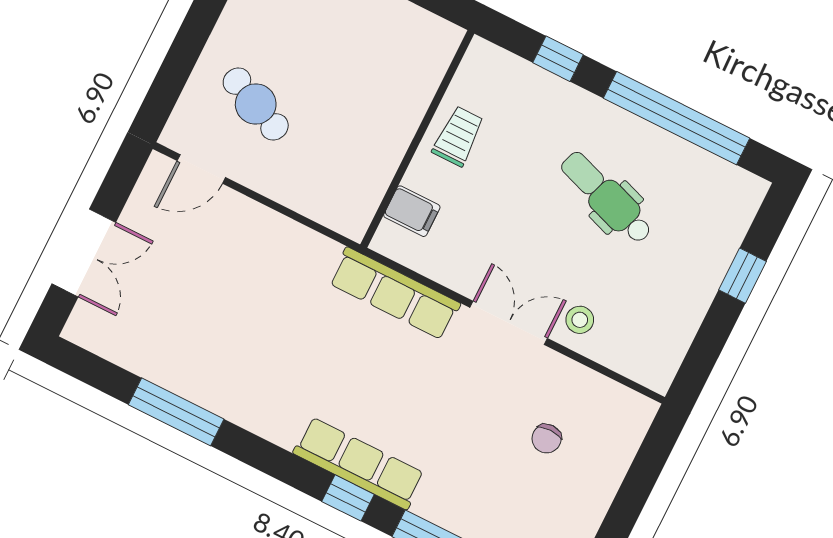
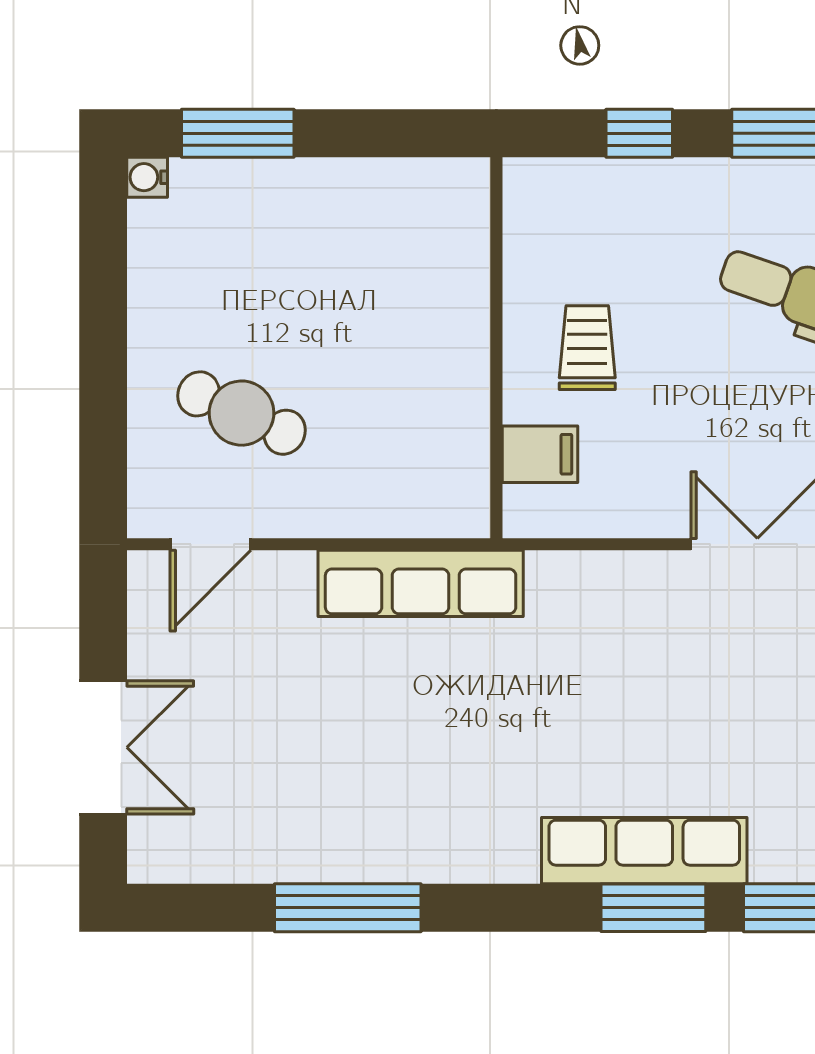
trolley: (458, 136) -> (587, 348), moved
row of seats: (395, 293) -> (421, 583), moved
window: (348, 498) -> (653, 908), width x1.50

